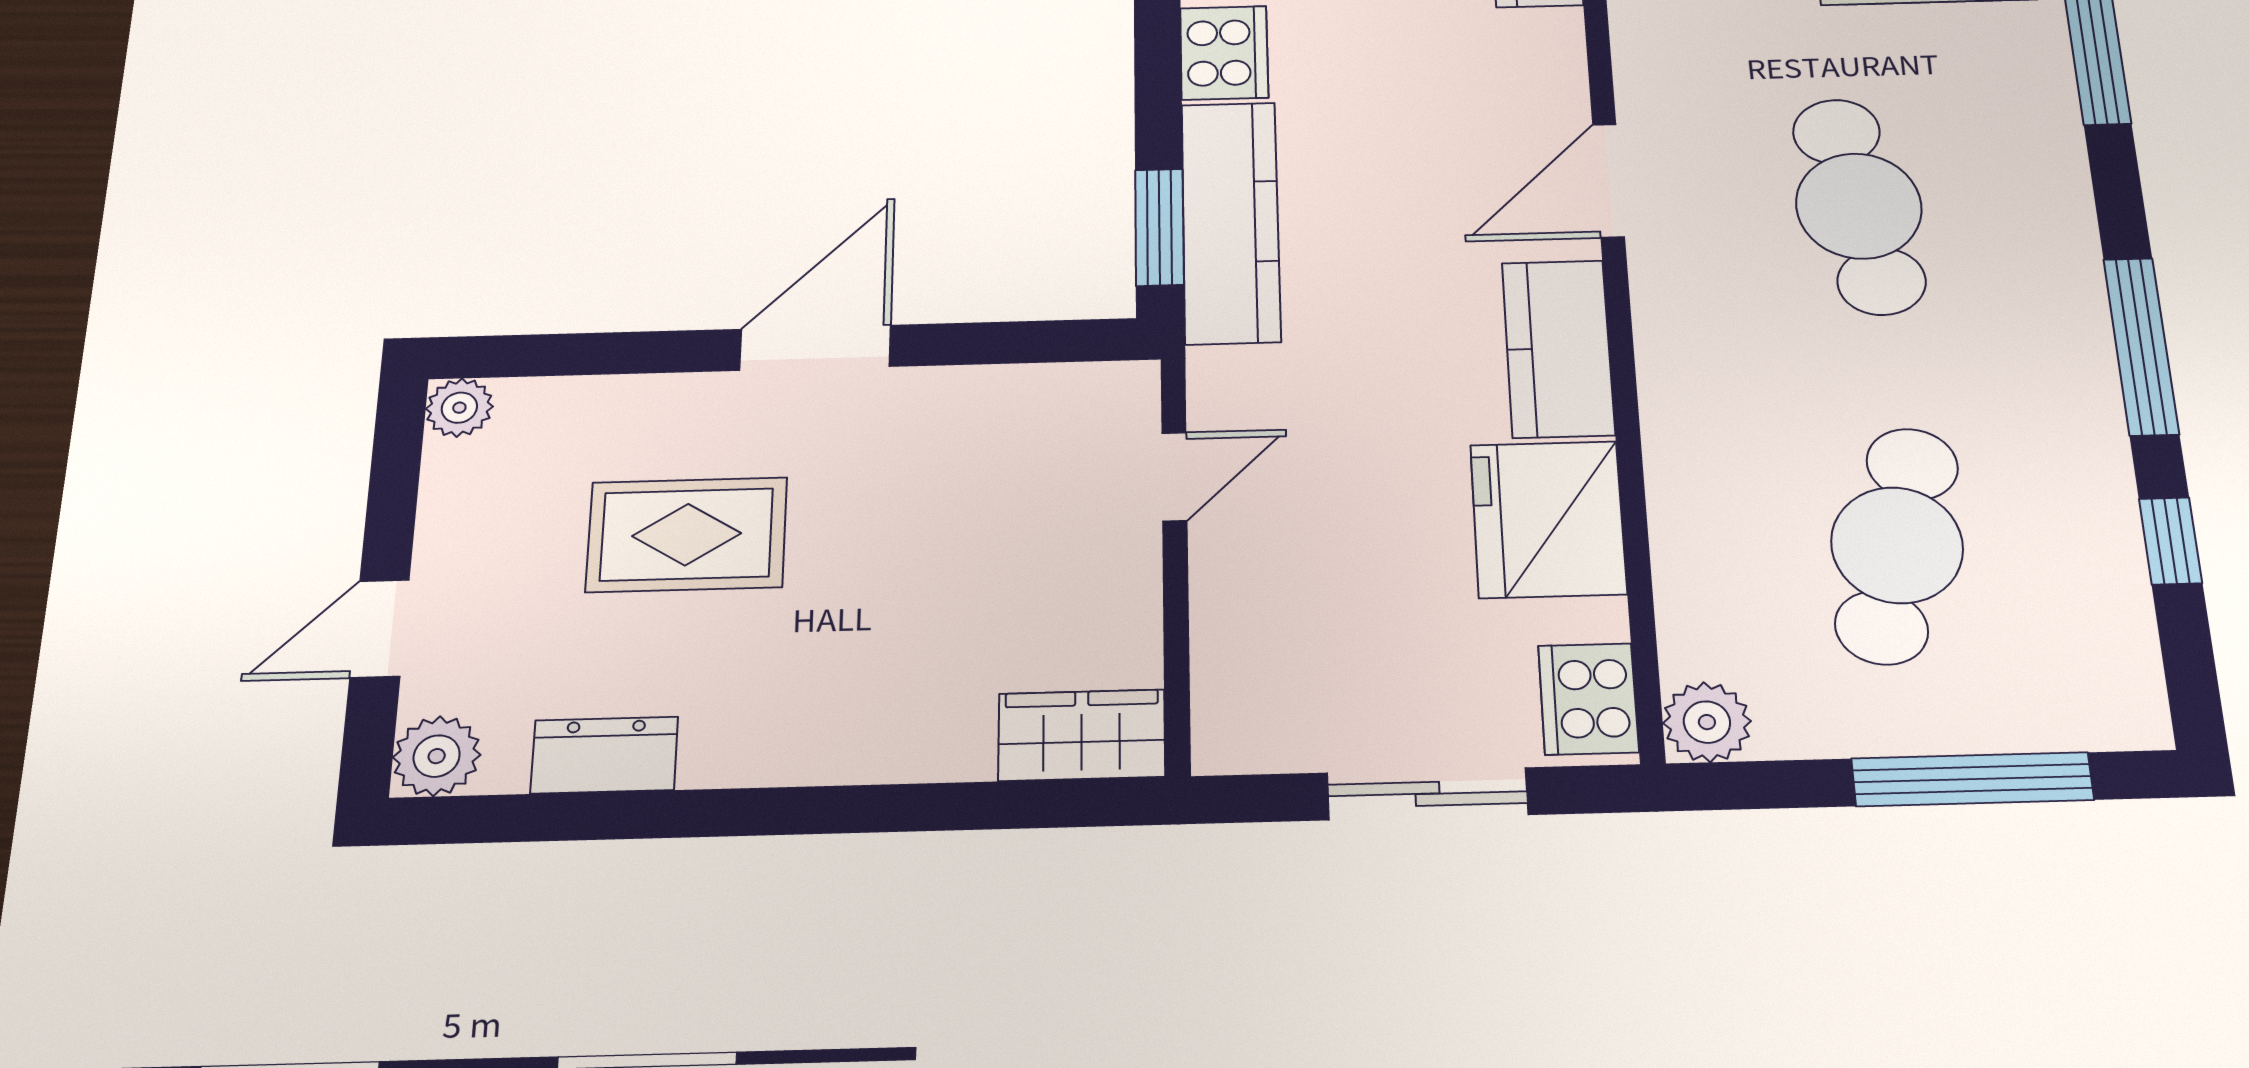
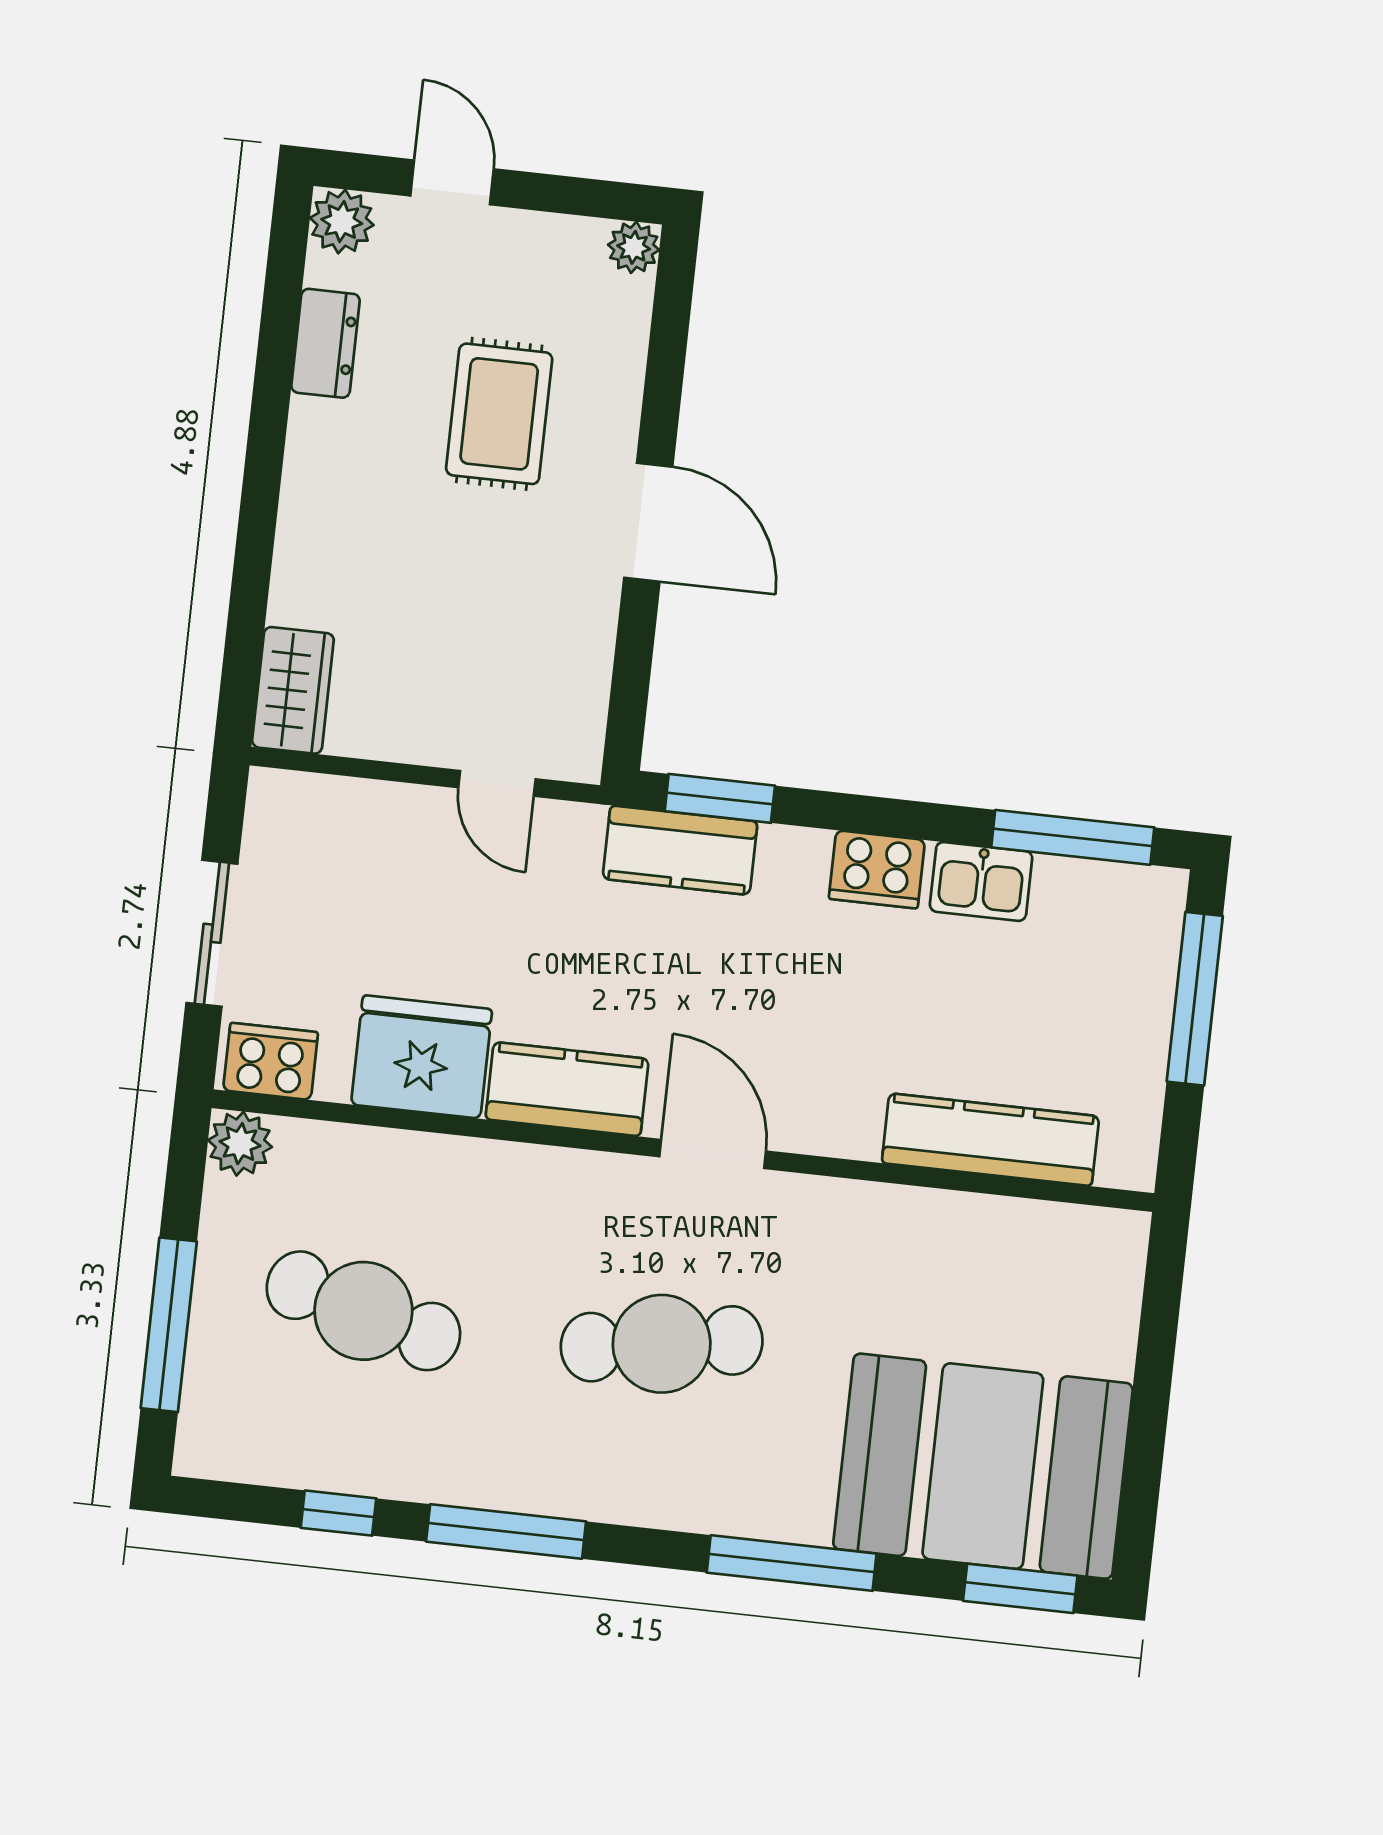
kitchen counter: (1231, 222) -> (680, 850), width x0.67

